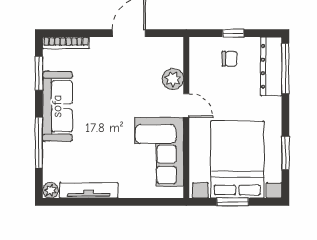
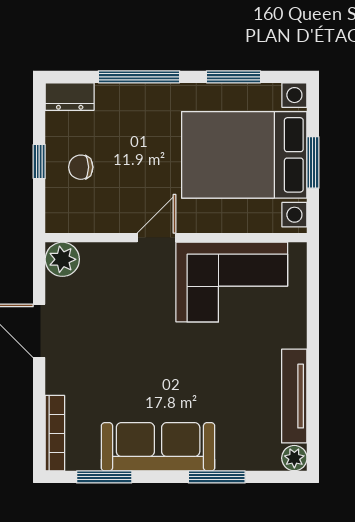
chair: (230, 59) -> (81, 167), turned -90
dresser: (271, 66) -> (70, 97), width x0.51, depth x0.80
window: (285, 69) -> (139, 77), moved
plant: (173, 79) -> (62, 259), moved
window: (39, 143) -> (217, 477), width x0.69

